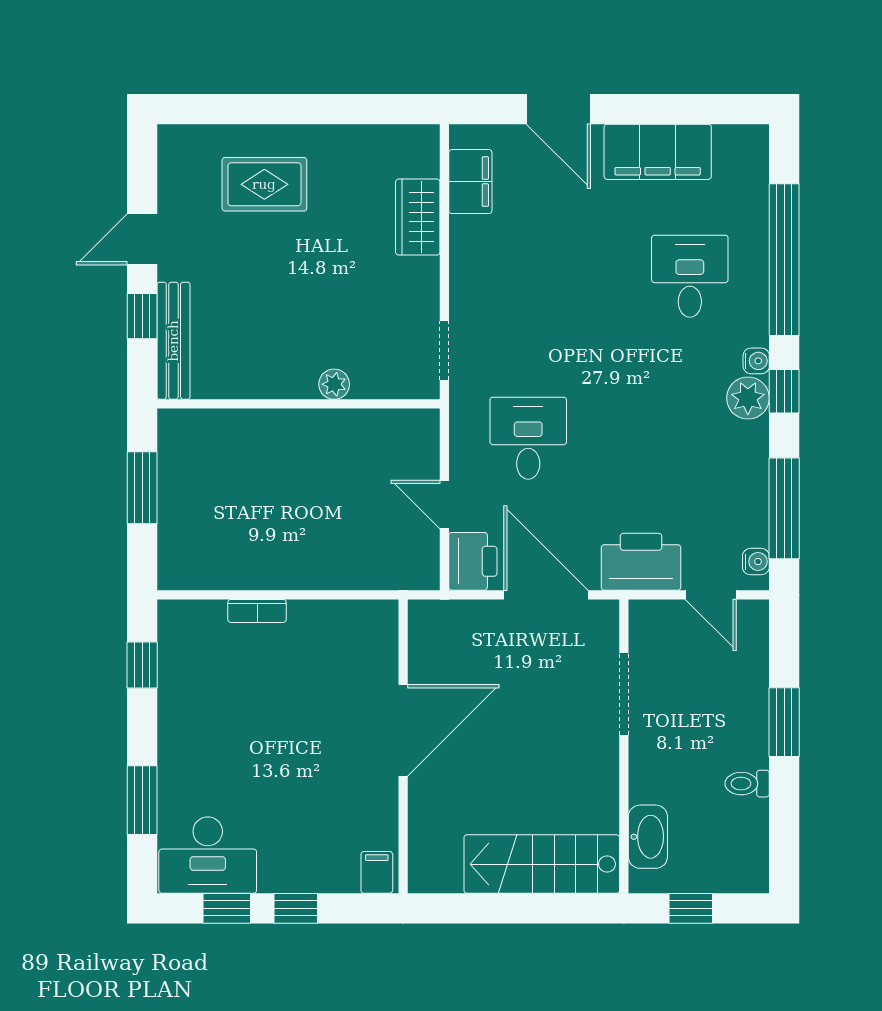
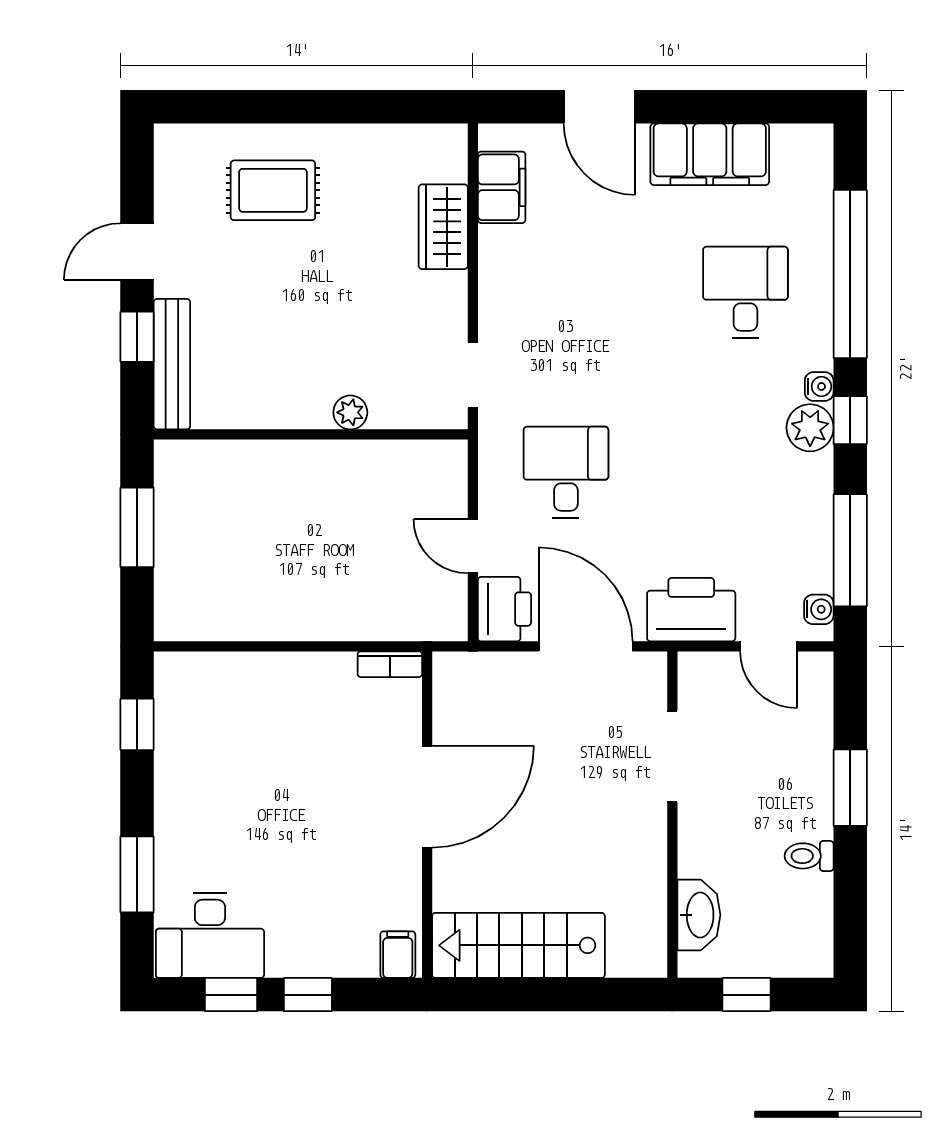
bookcase: (257, 611) -> (390, 664), moved
stairs: (542, 864) -> (518, 945), moved

